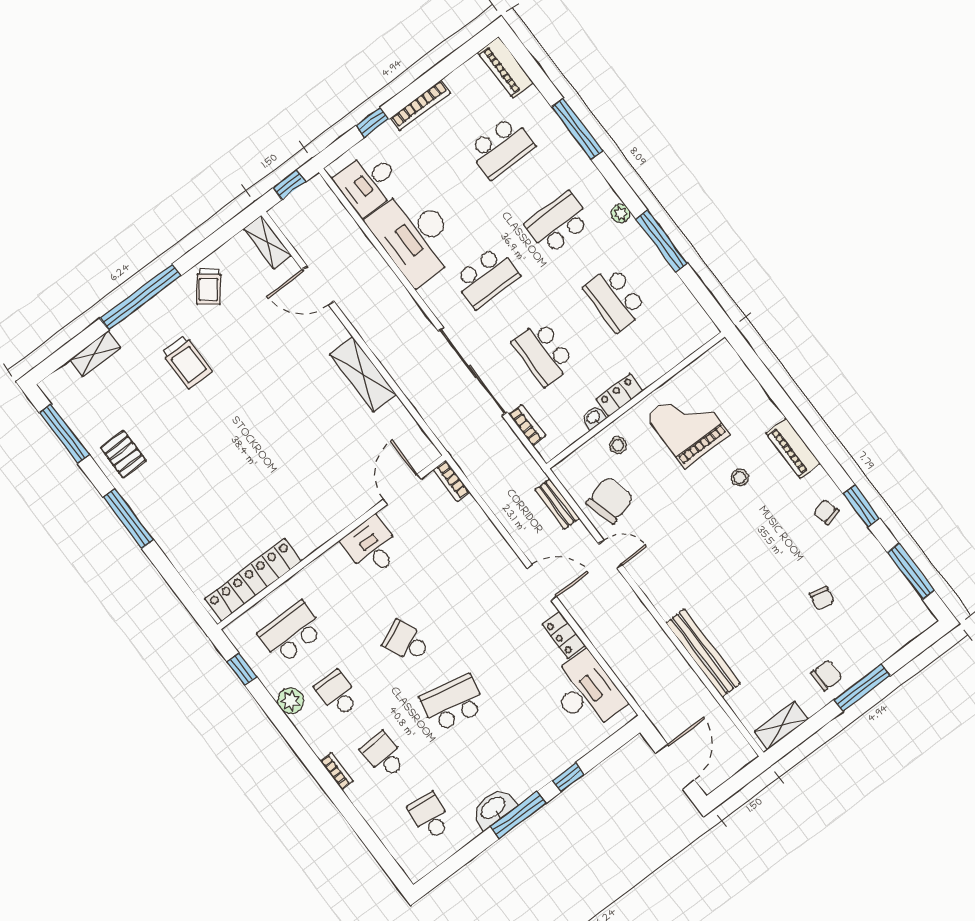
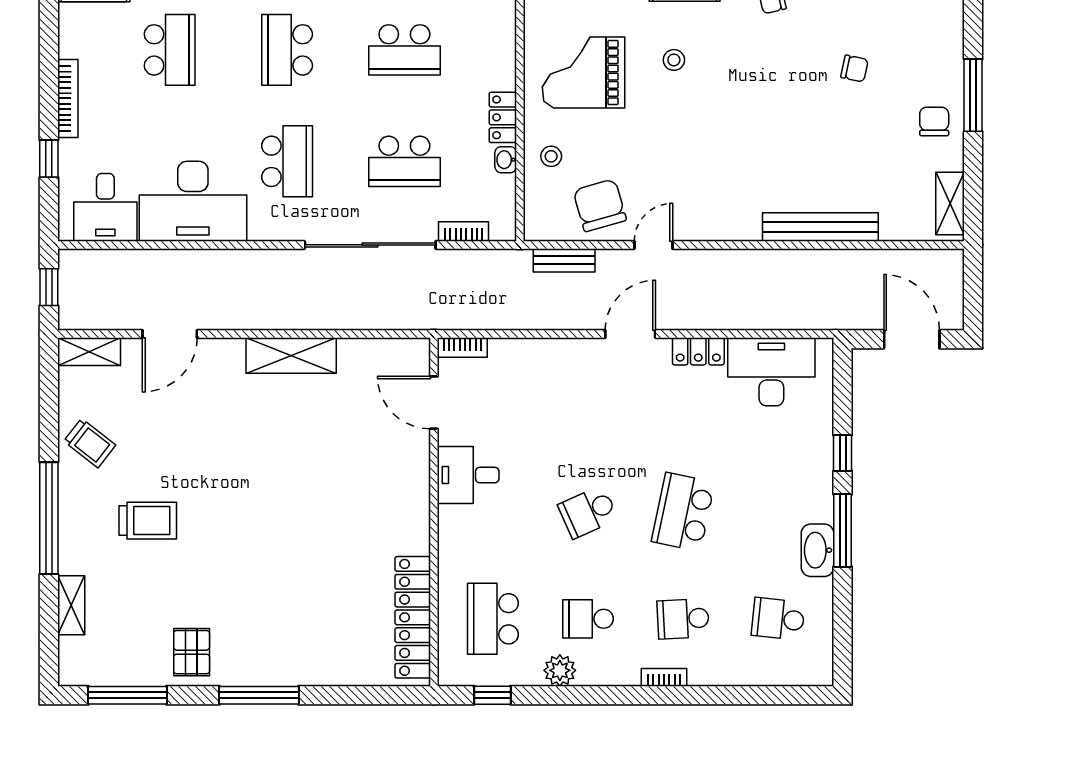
pallet: (123, 454) -> (192, 652), turned 90

